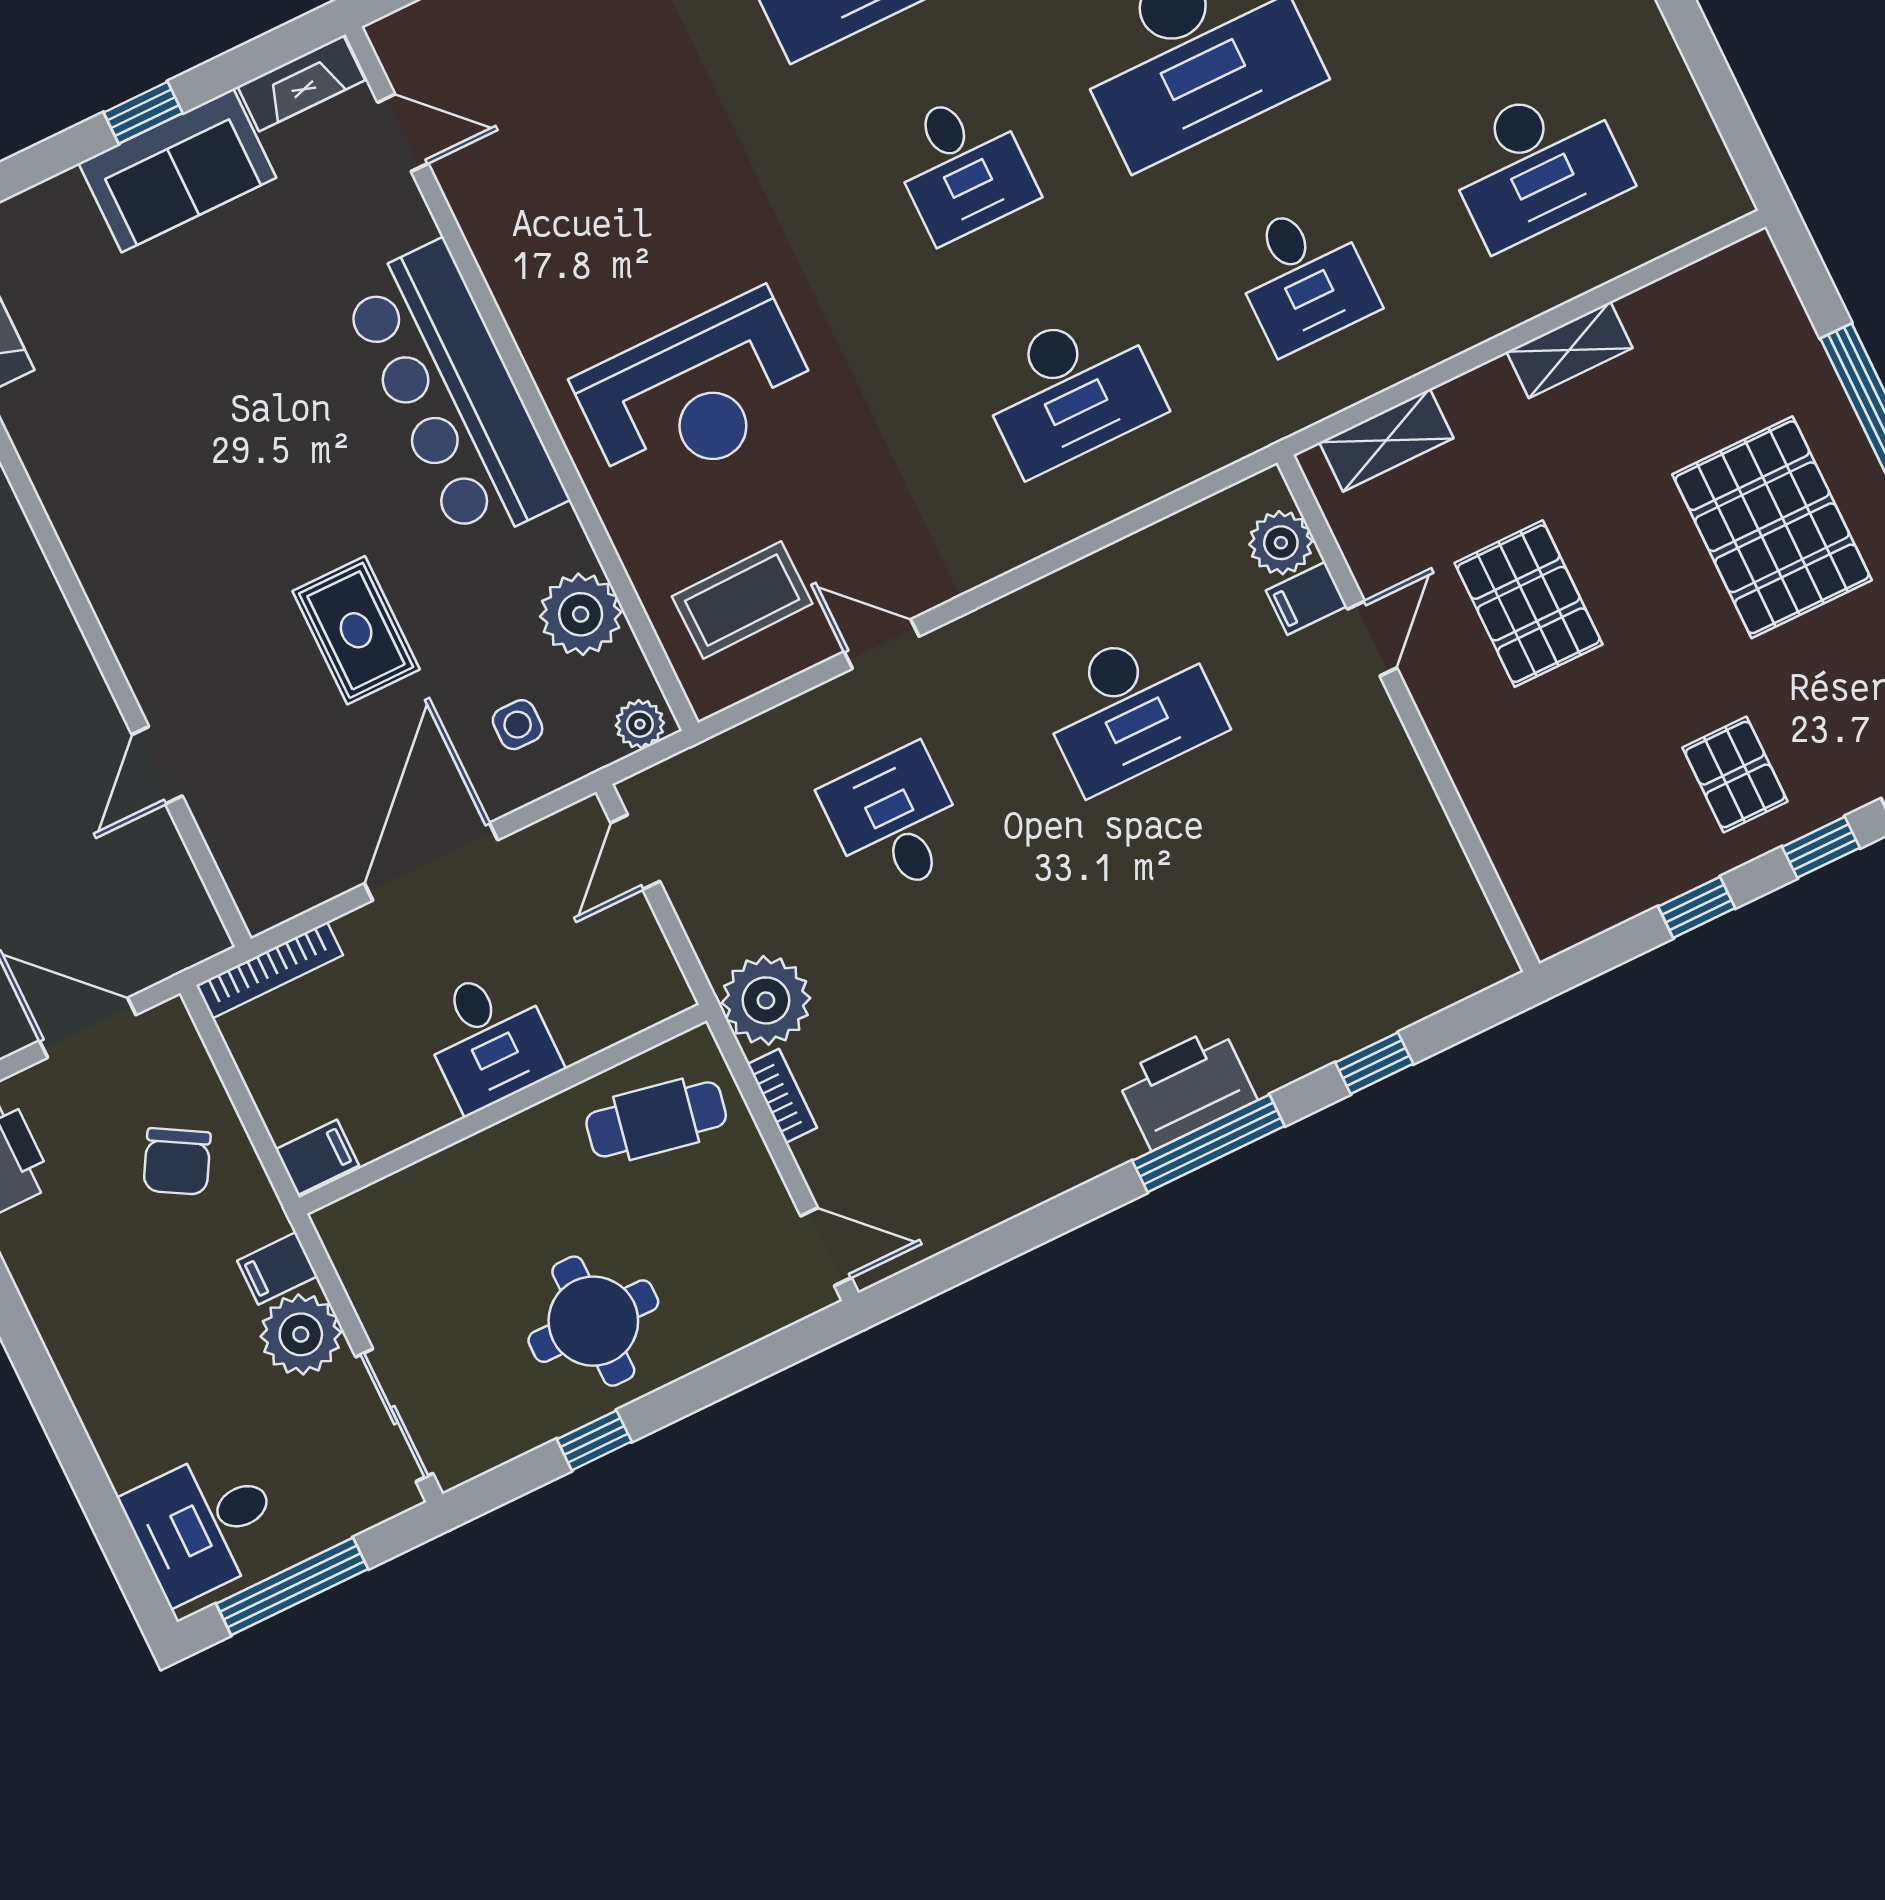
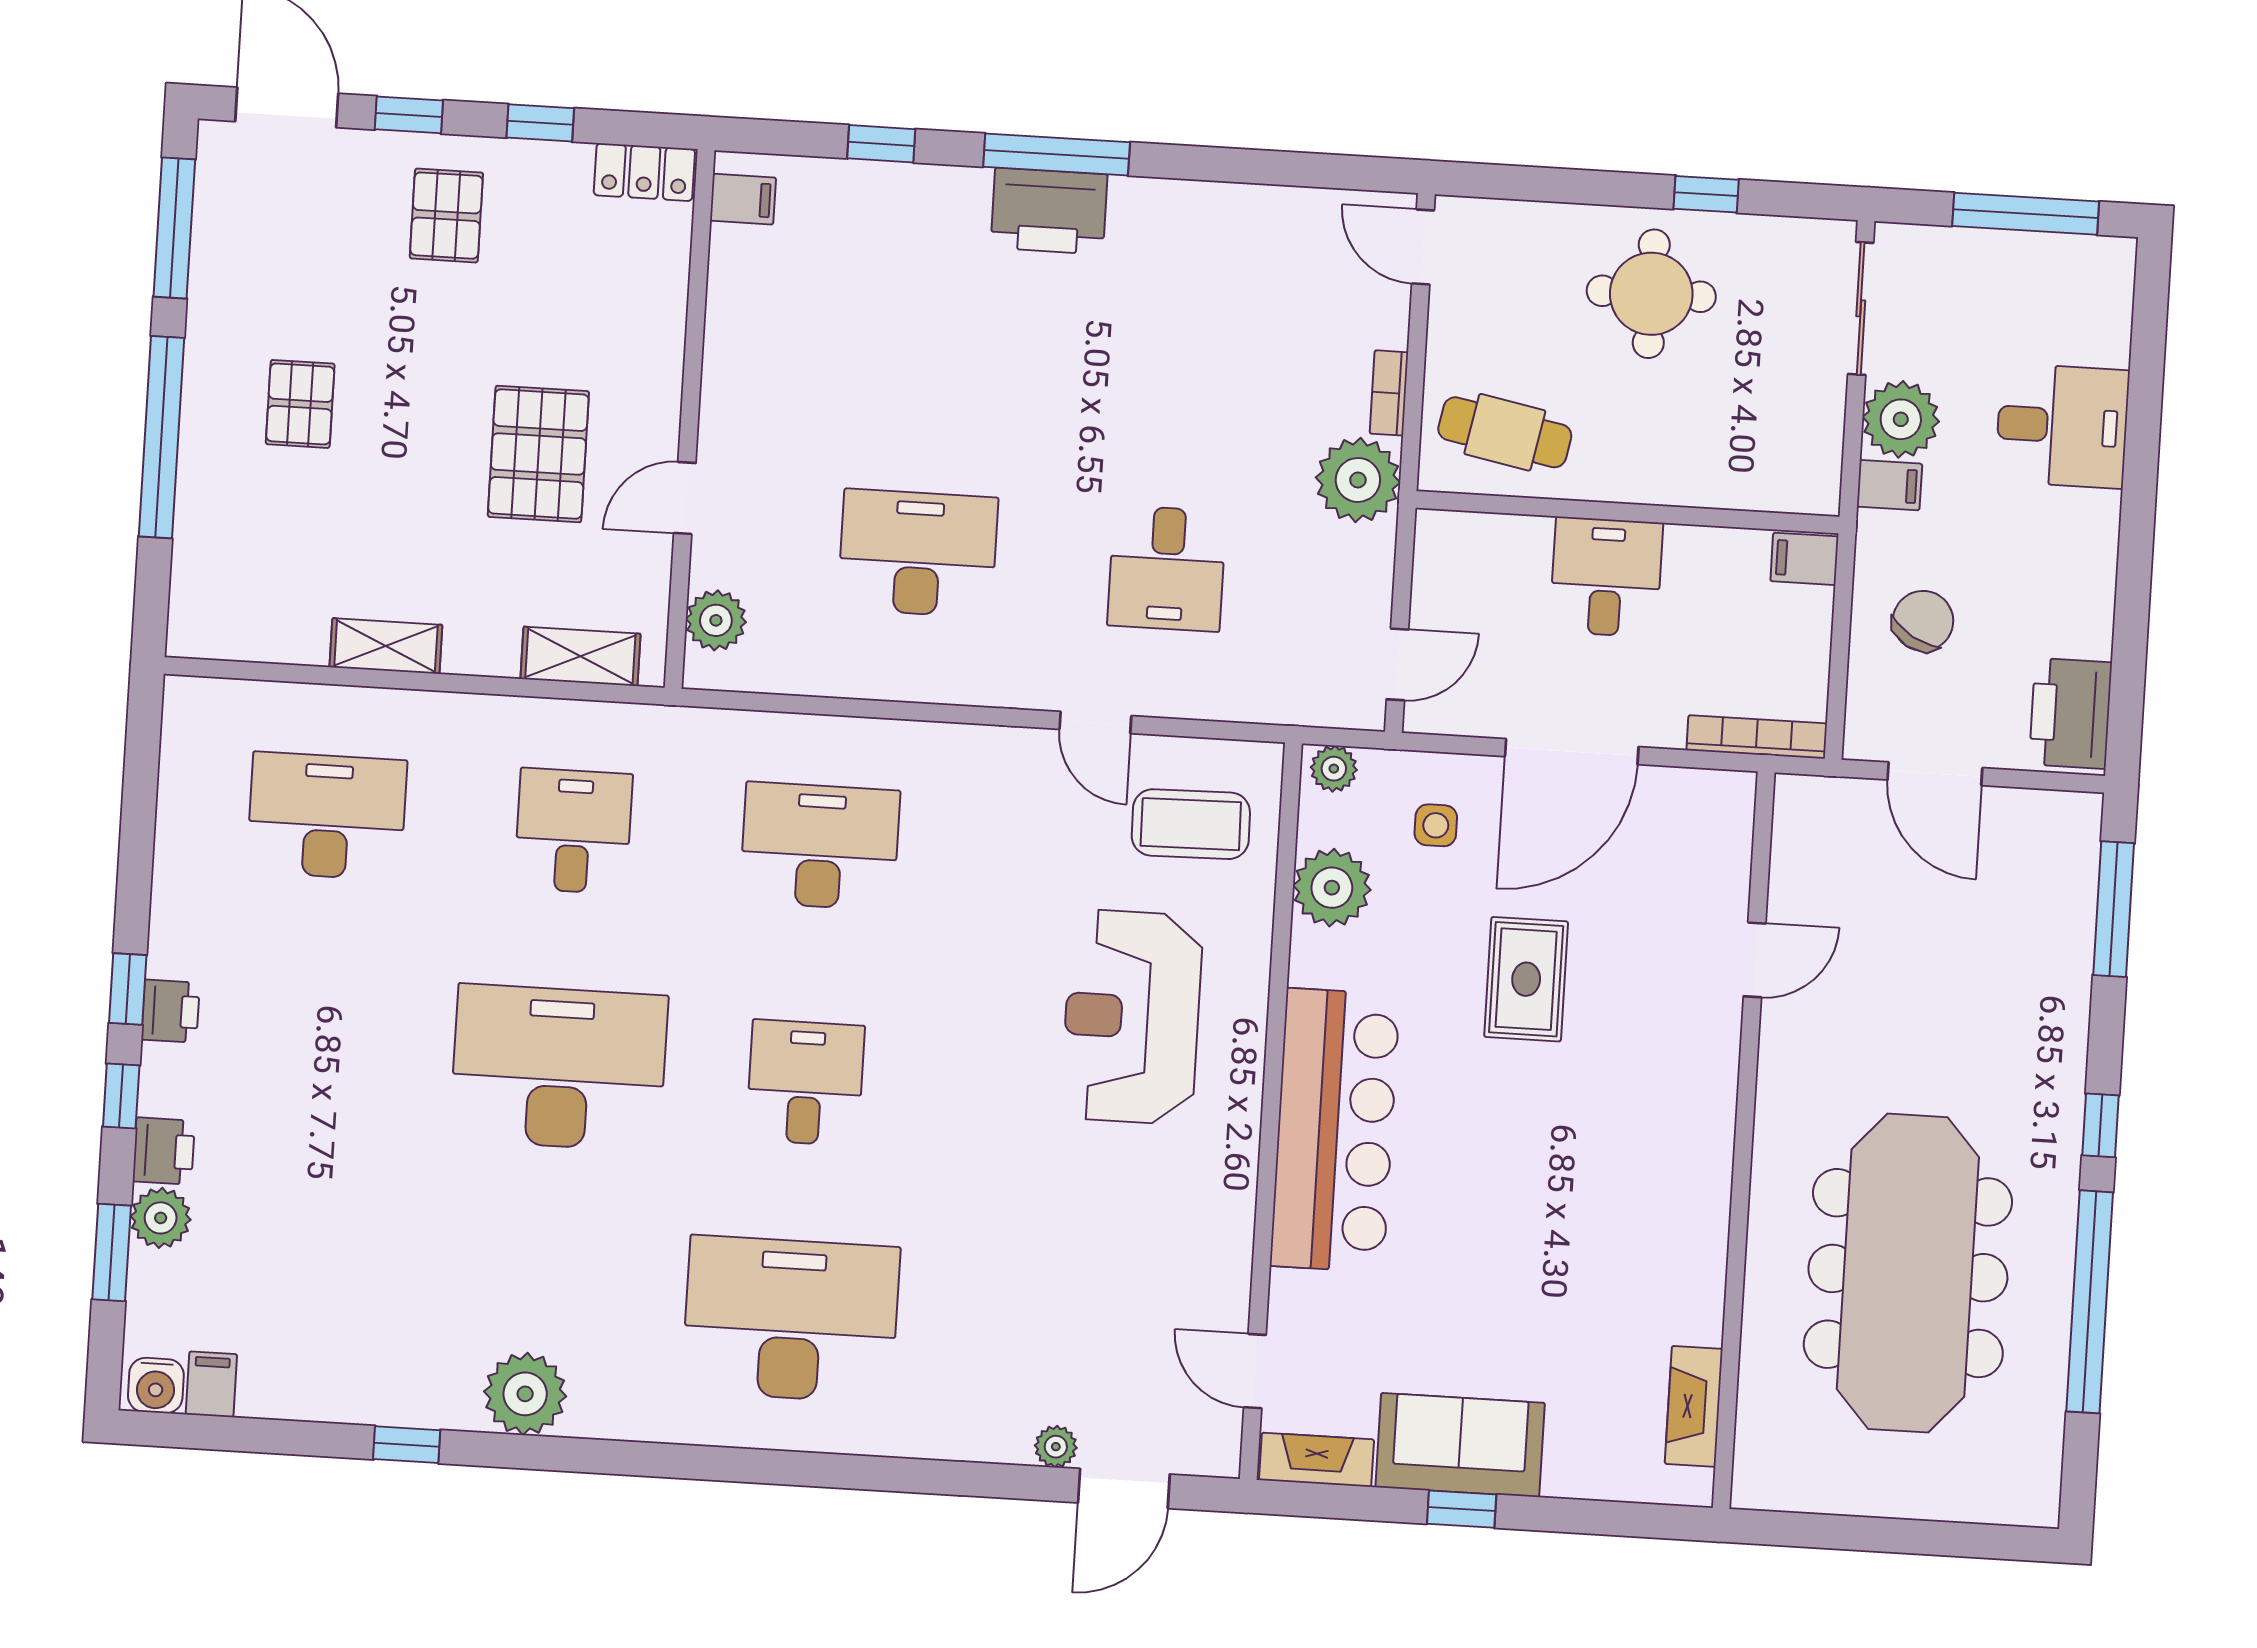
reception desk: (697, 393) -> (1132, 1017), turned -90
pallet: (1772, 527) -> (300, 404), width x0.49, depth x0.50
filing cabinet: (1306, 598) -> (743, 199), moved
locker: (1576, 916) -> (644, 172), added
desk: (204, 1524) -> (2062, 426), moved

